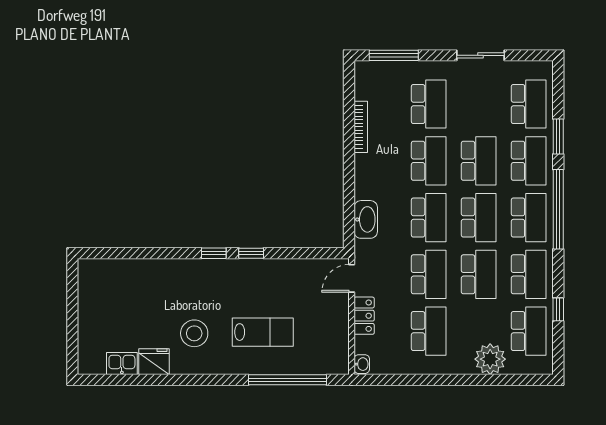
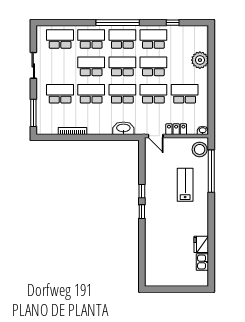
window: (558, 137) -> (78, 23), removed
school desk: (529, 331) -> (185, 39), removed
stool: (194, 333) -> (200, 149), moved

